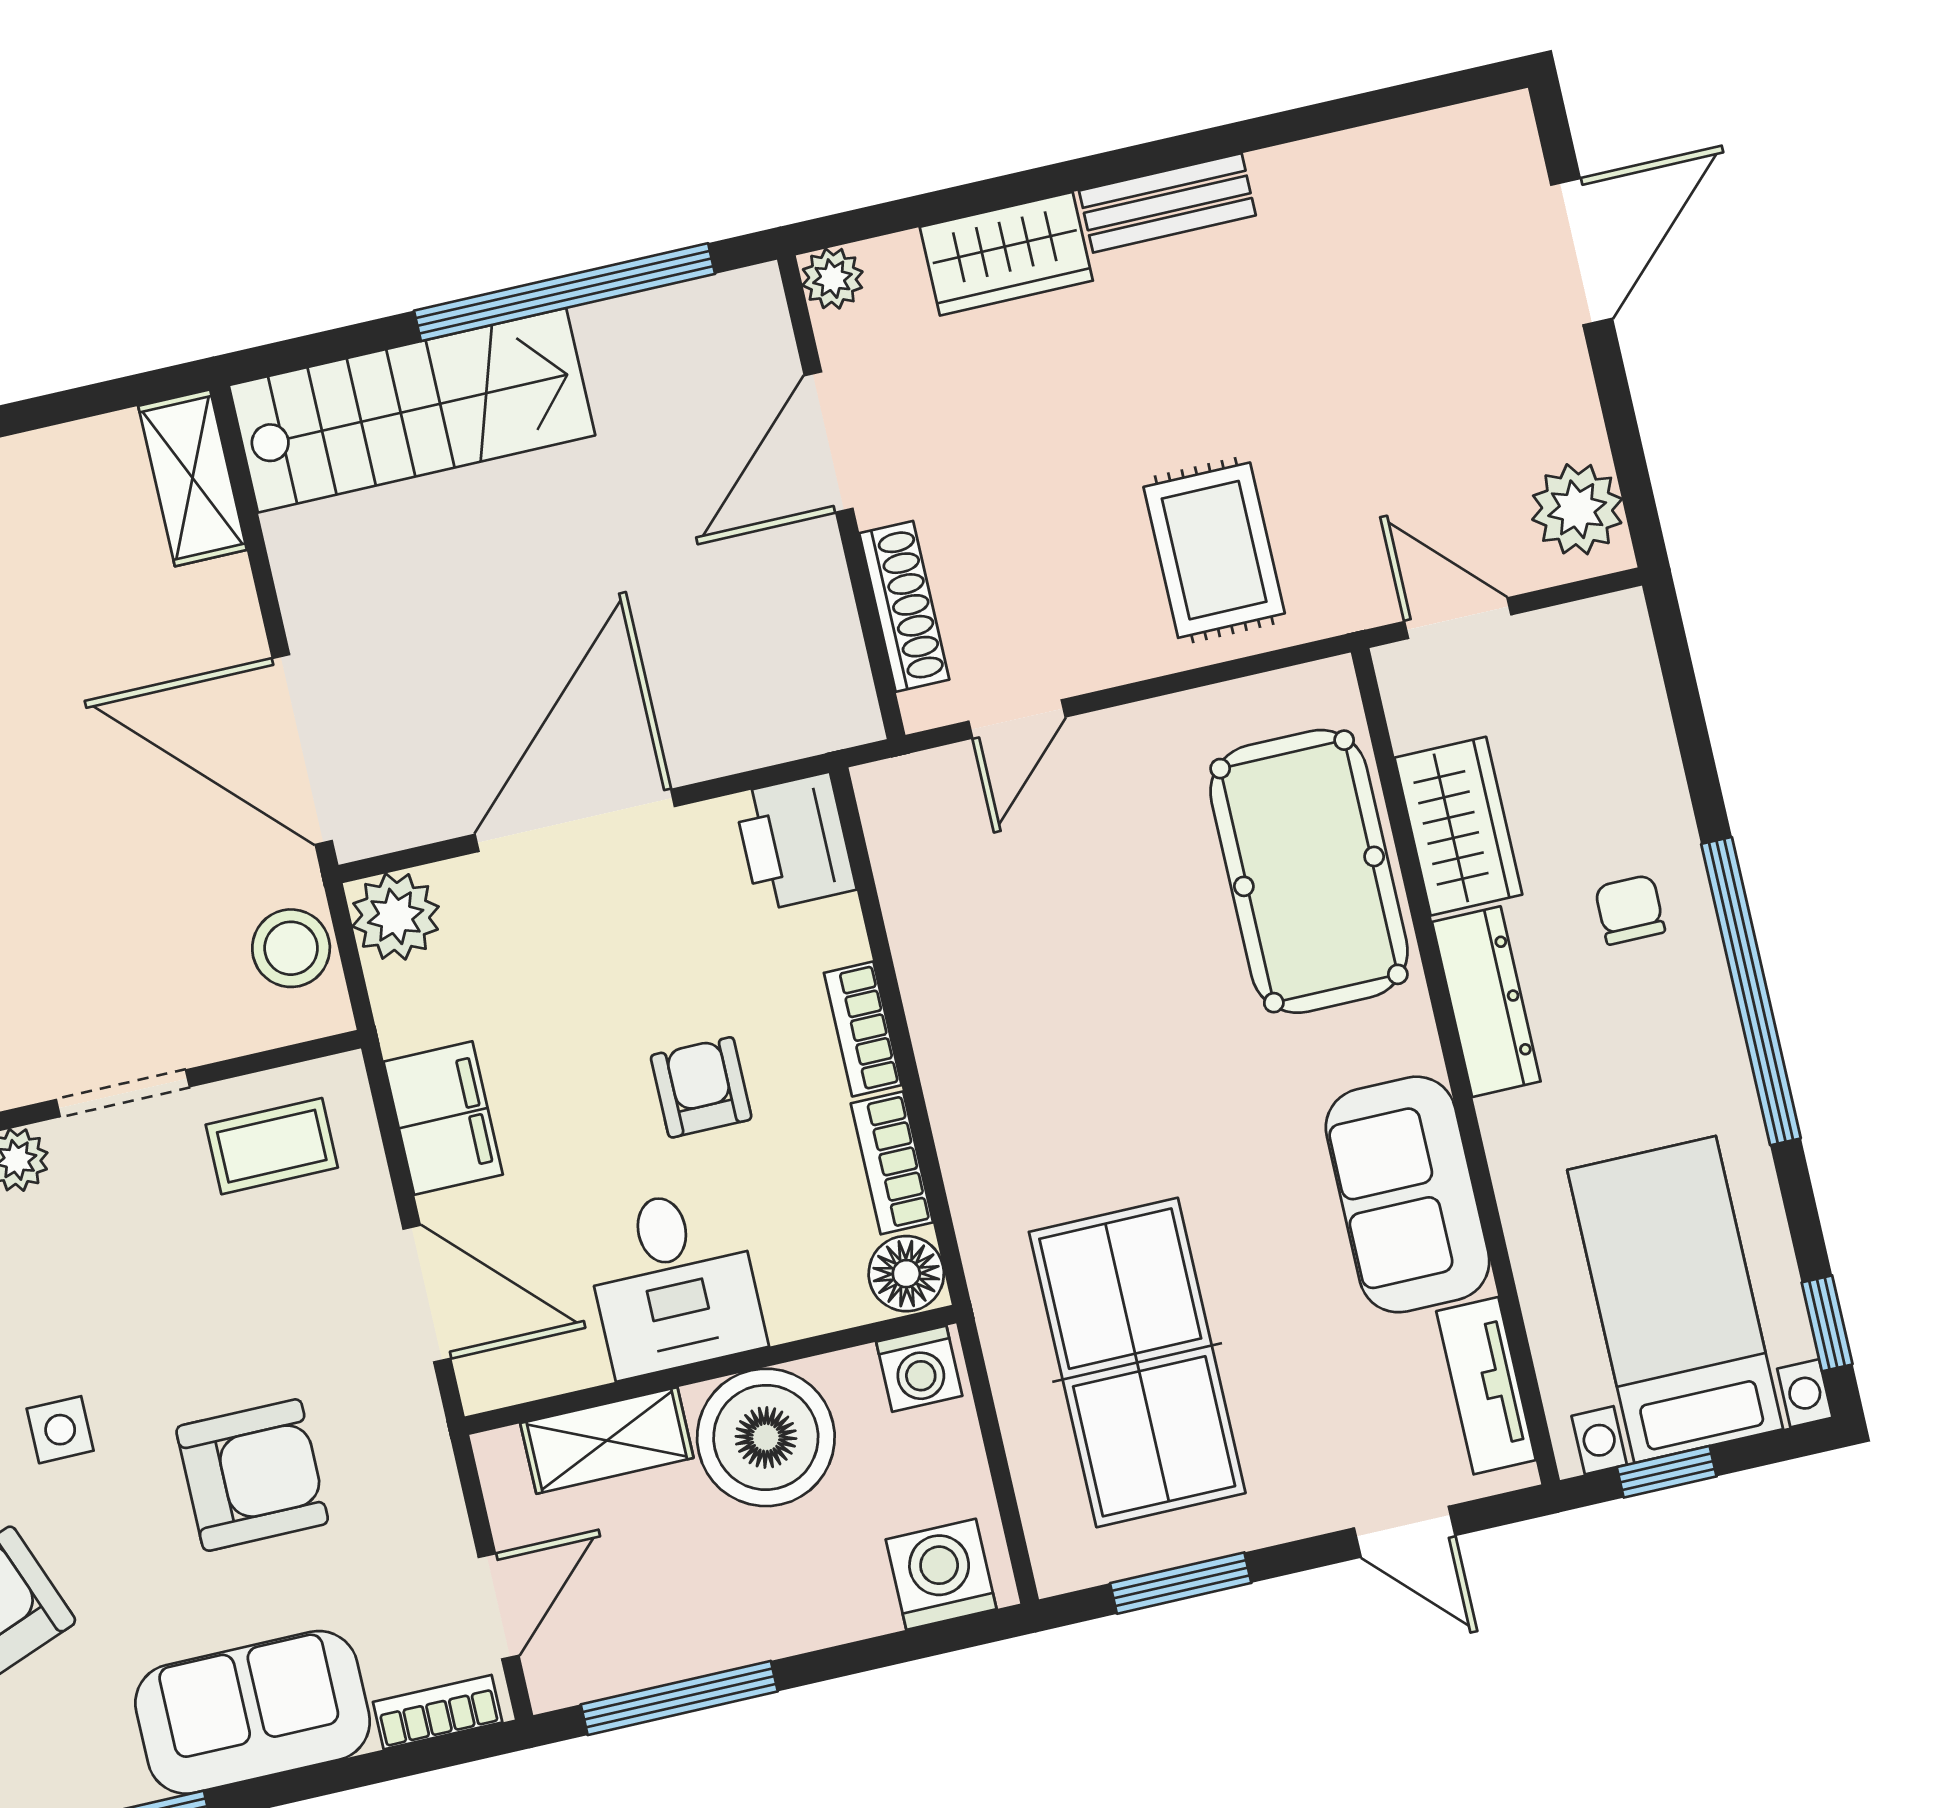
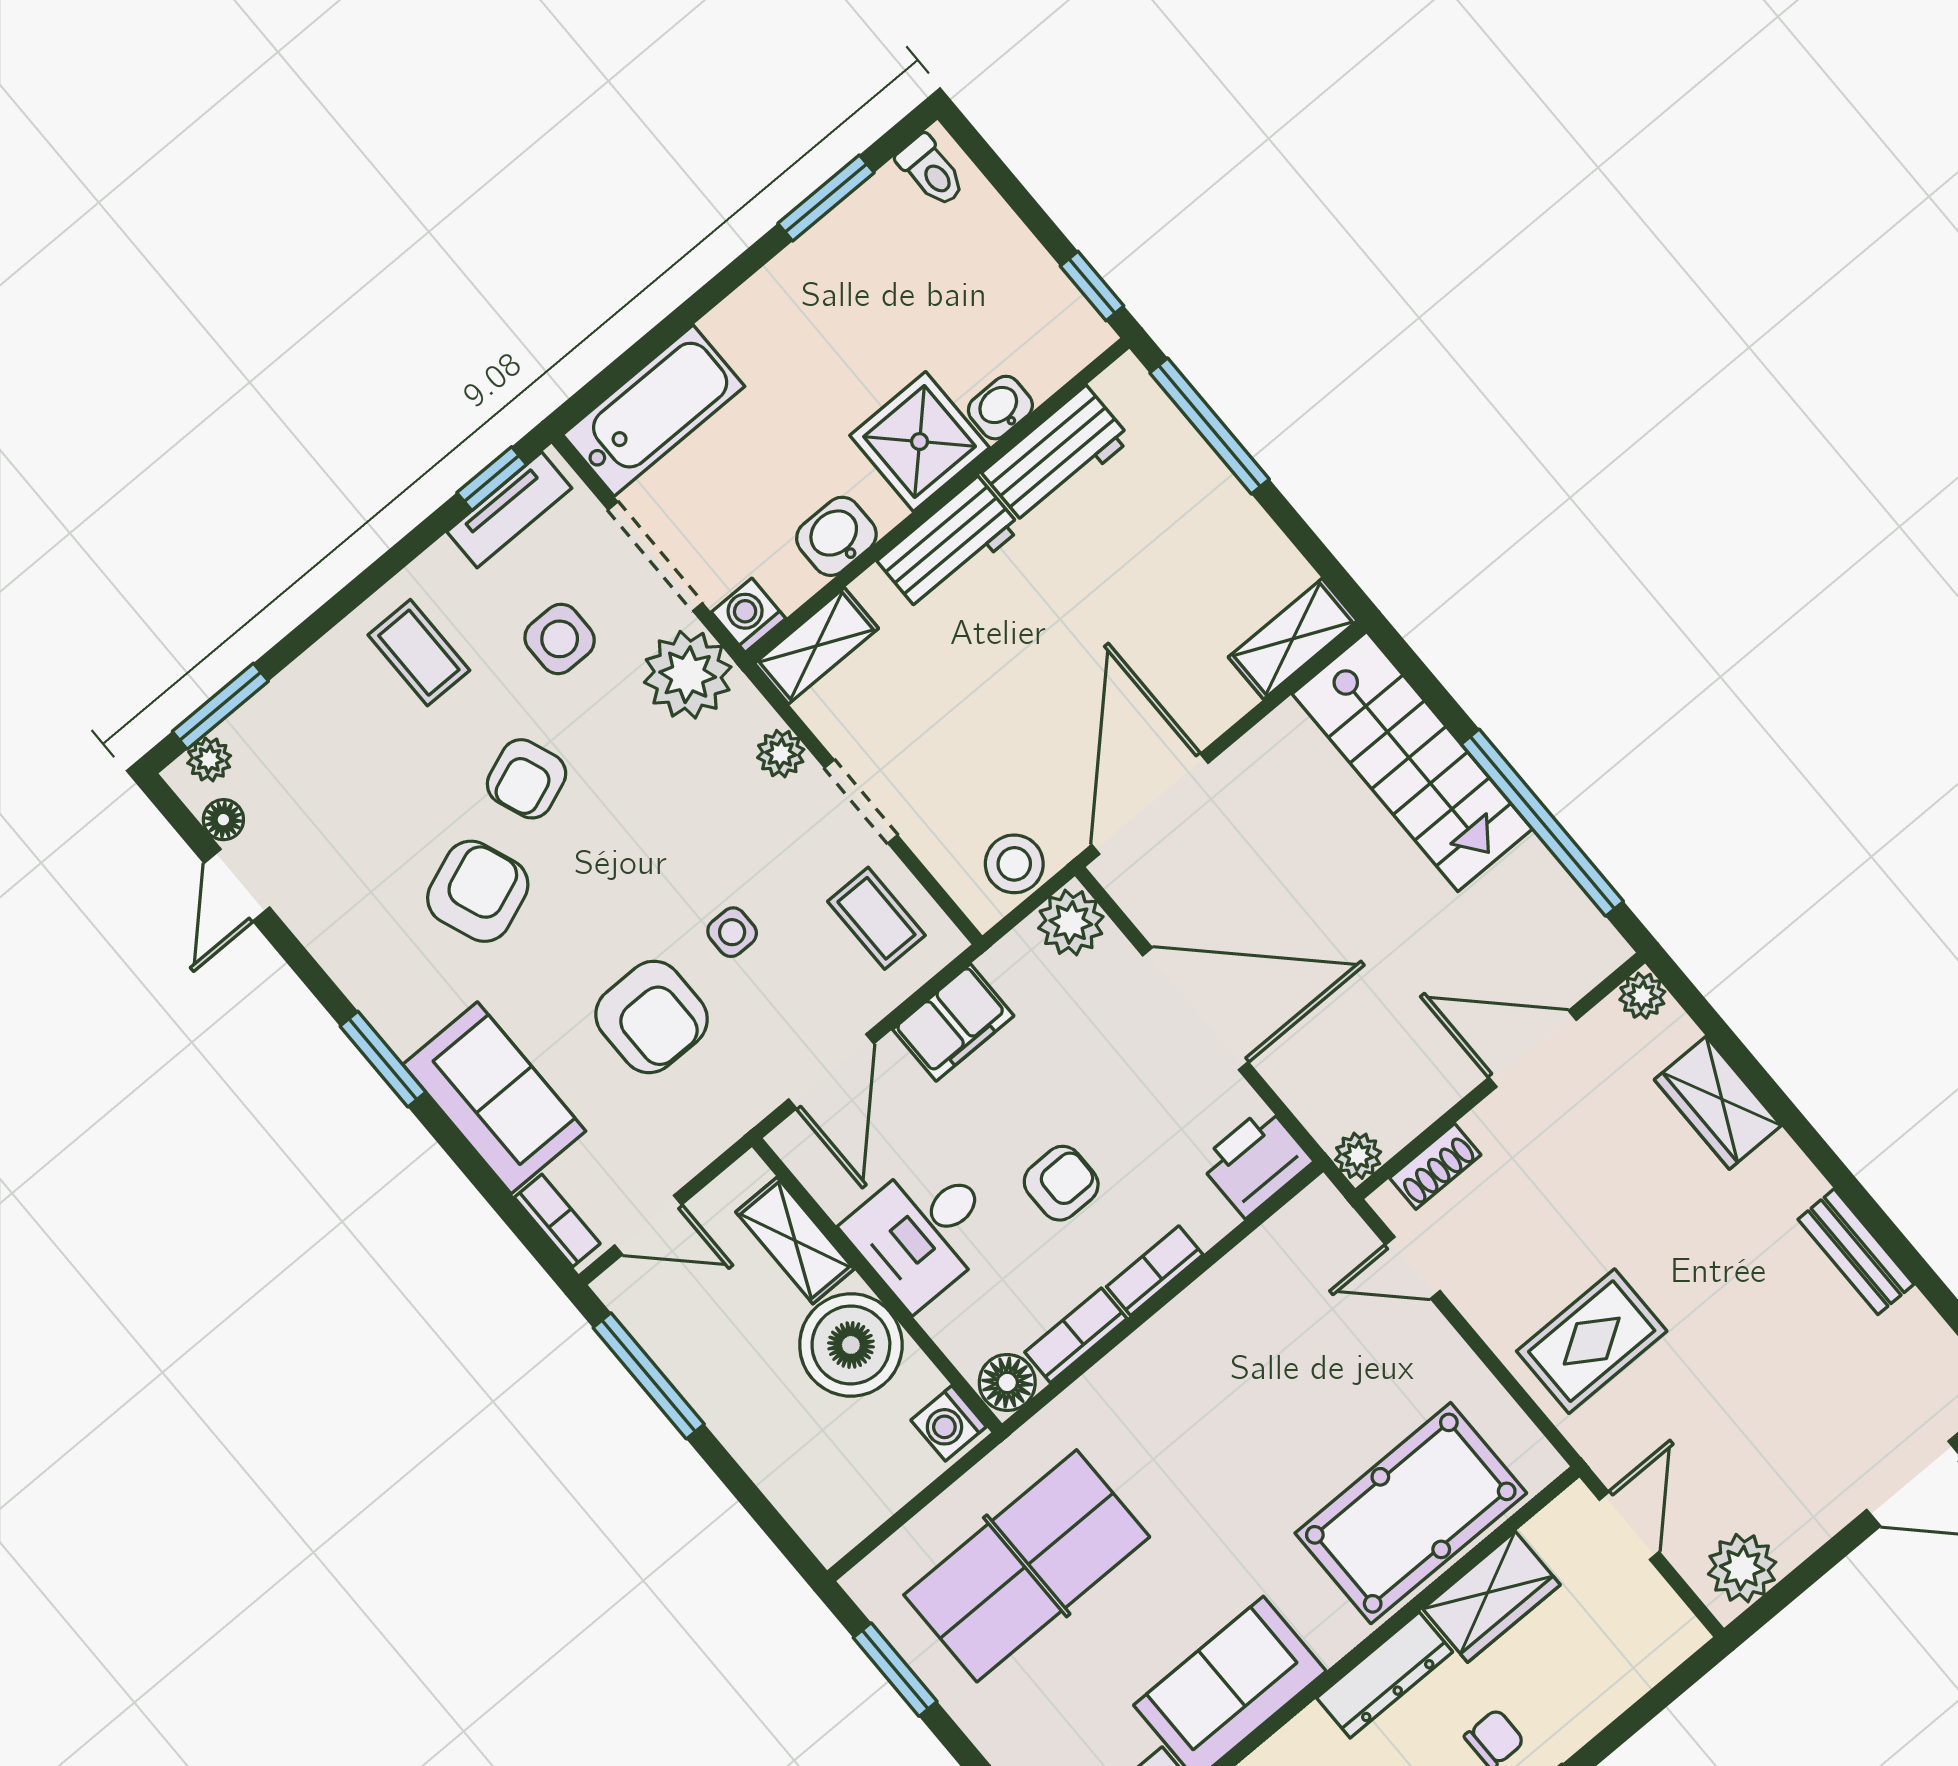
bench: (1167, 203) -> (1856, 1252), moved
shoe rack: (904, 606) -> (1435, 1166), width x0.70
plant: (850, 716) -> (1358, 1156), added
side table: (60, 1430) -> (732, 932), moved
washing machine: (941, 1574) -> (820, 1508), removed

